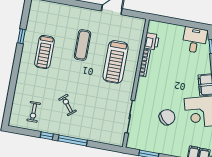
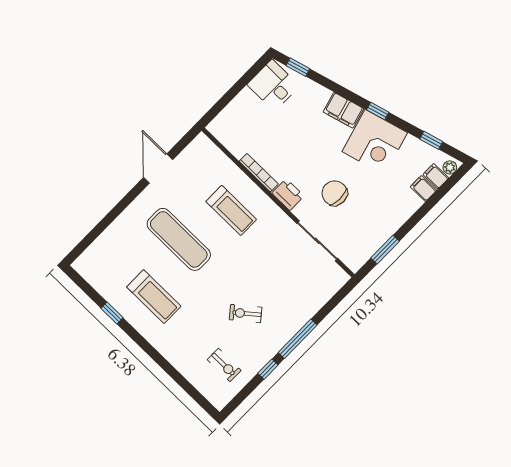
printer: (152, 41) -> (288, 195), moved
exercise mat: (82, 45) -> (179, 239), width x1.36, depth x1.45
treadmill: (116, 62) -> (231, 210), width x0.73, depth x0.73
chair: (167, 117) -> (335, 193), moved, turned -47

